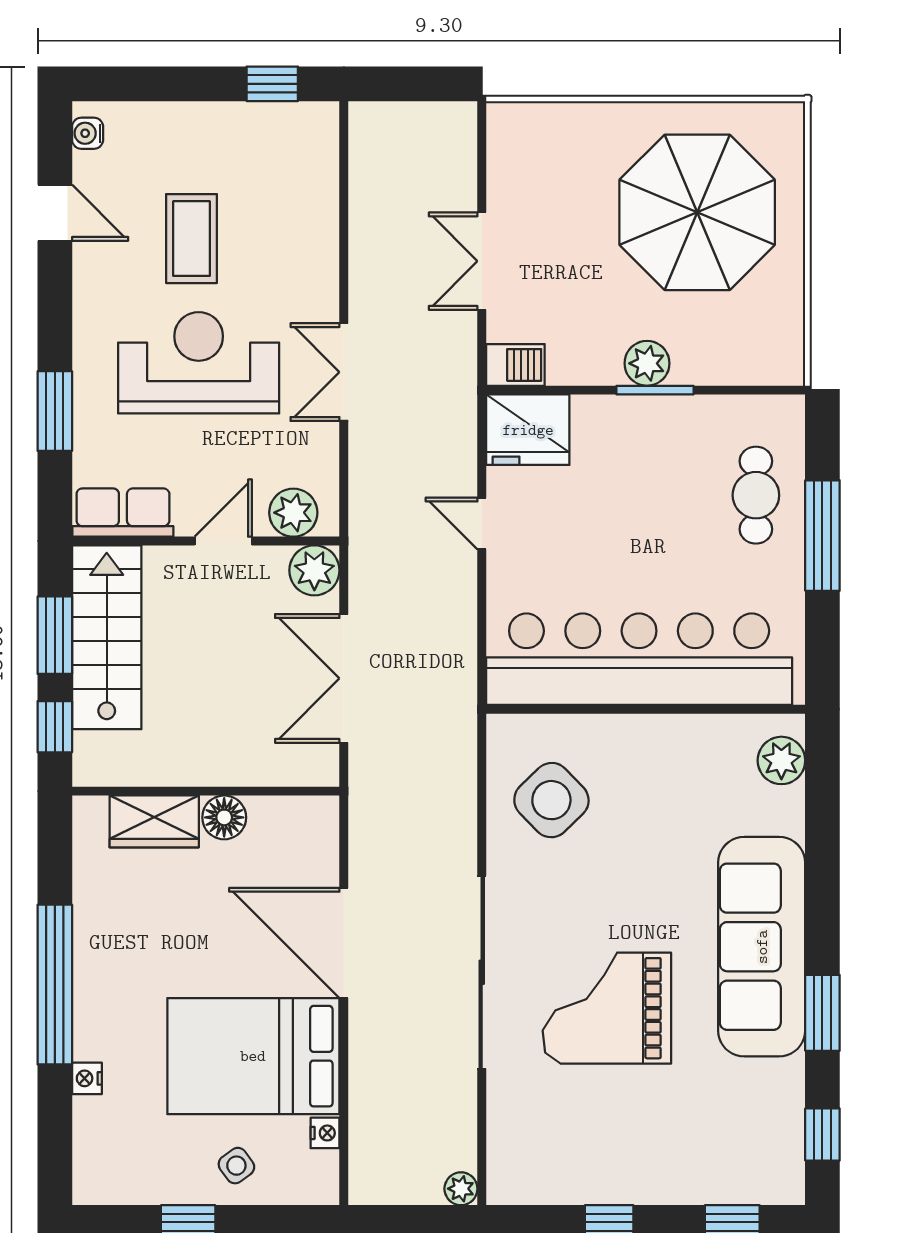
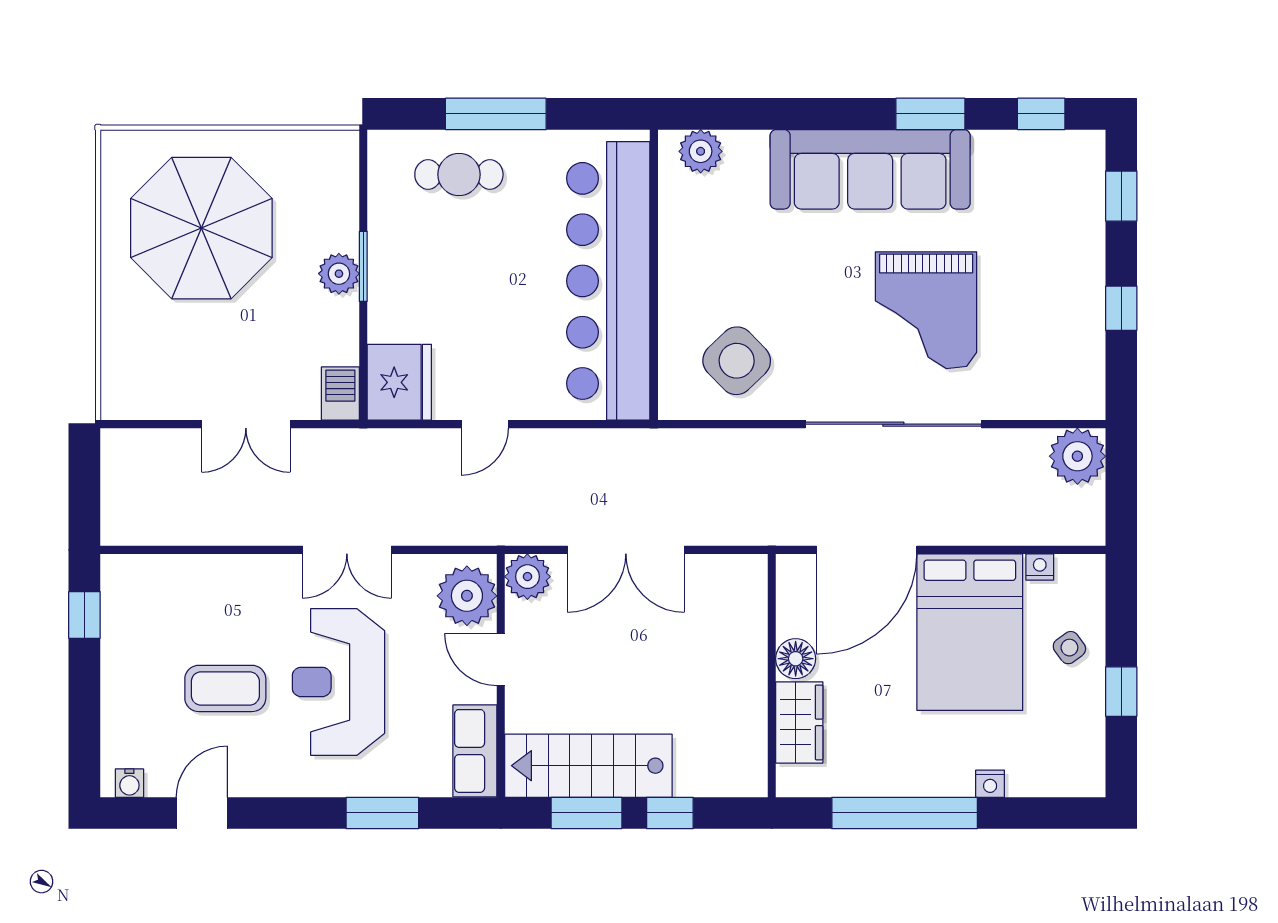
plant: (293, 513) -> (467, 596), width x1.36, depth x1.36
wall: (206, 791) -> (772, 676), moved
floor lamp: (224, 817) -> (796, 659), moved
wardrobe: (154, 821) -> (799, 722), moved
plant: (461, 1189) -> (1077, 456), width x1.88, depth x1.88

